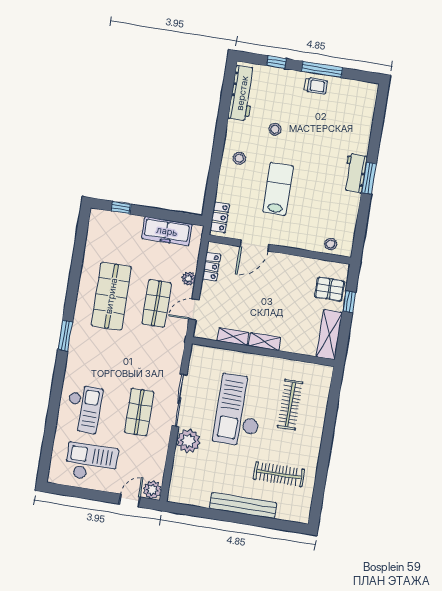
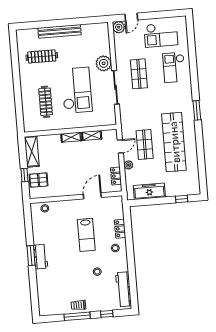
locker: (220, 217) -> (120, 229), moved
shop shelf: (111, 296) -> (174, 142), width x1.40

